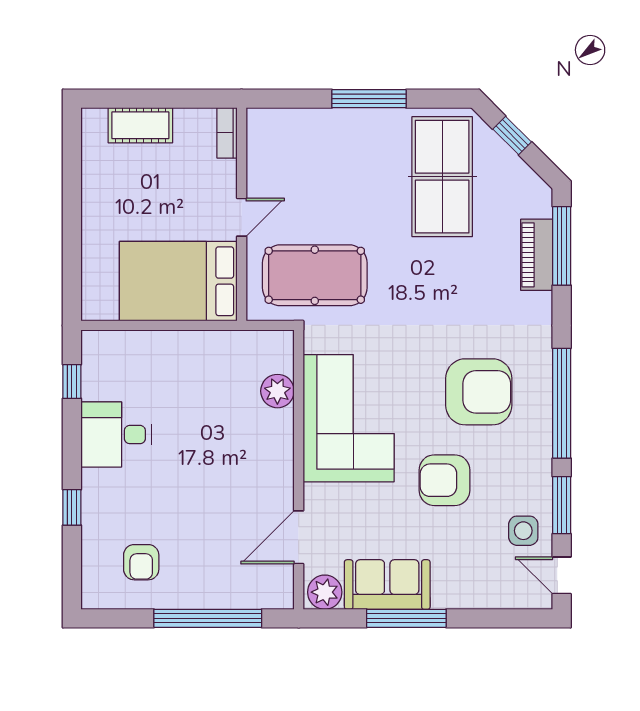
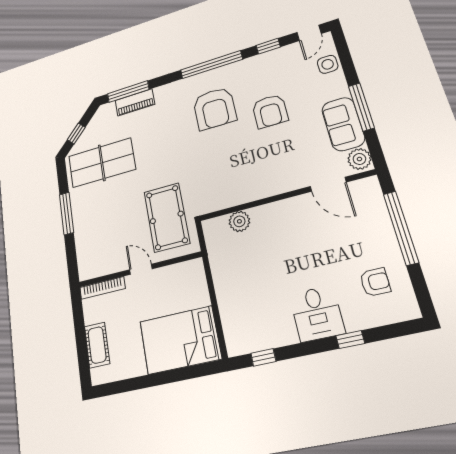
bookcase: (227, 133) -> (102, 288), width x1.56
bed: (178, 281) -> (180, 340), moved, turned 90
armchair: (479, 392) -> (215, 108), turned 180
corner sofa: (349, 418) -> (246, 175), removed
desk: (116, 435) -> (317, 313), moved
window: (562, 505) -> (268, 46), width x0.67
side table: (523, 531) -> (328, 64), moved

